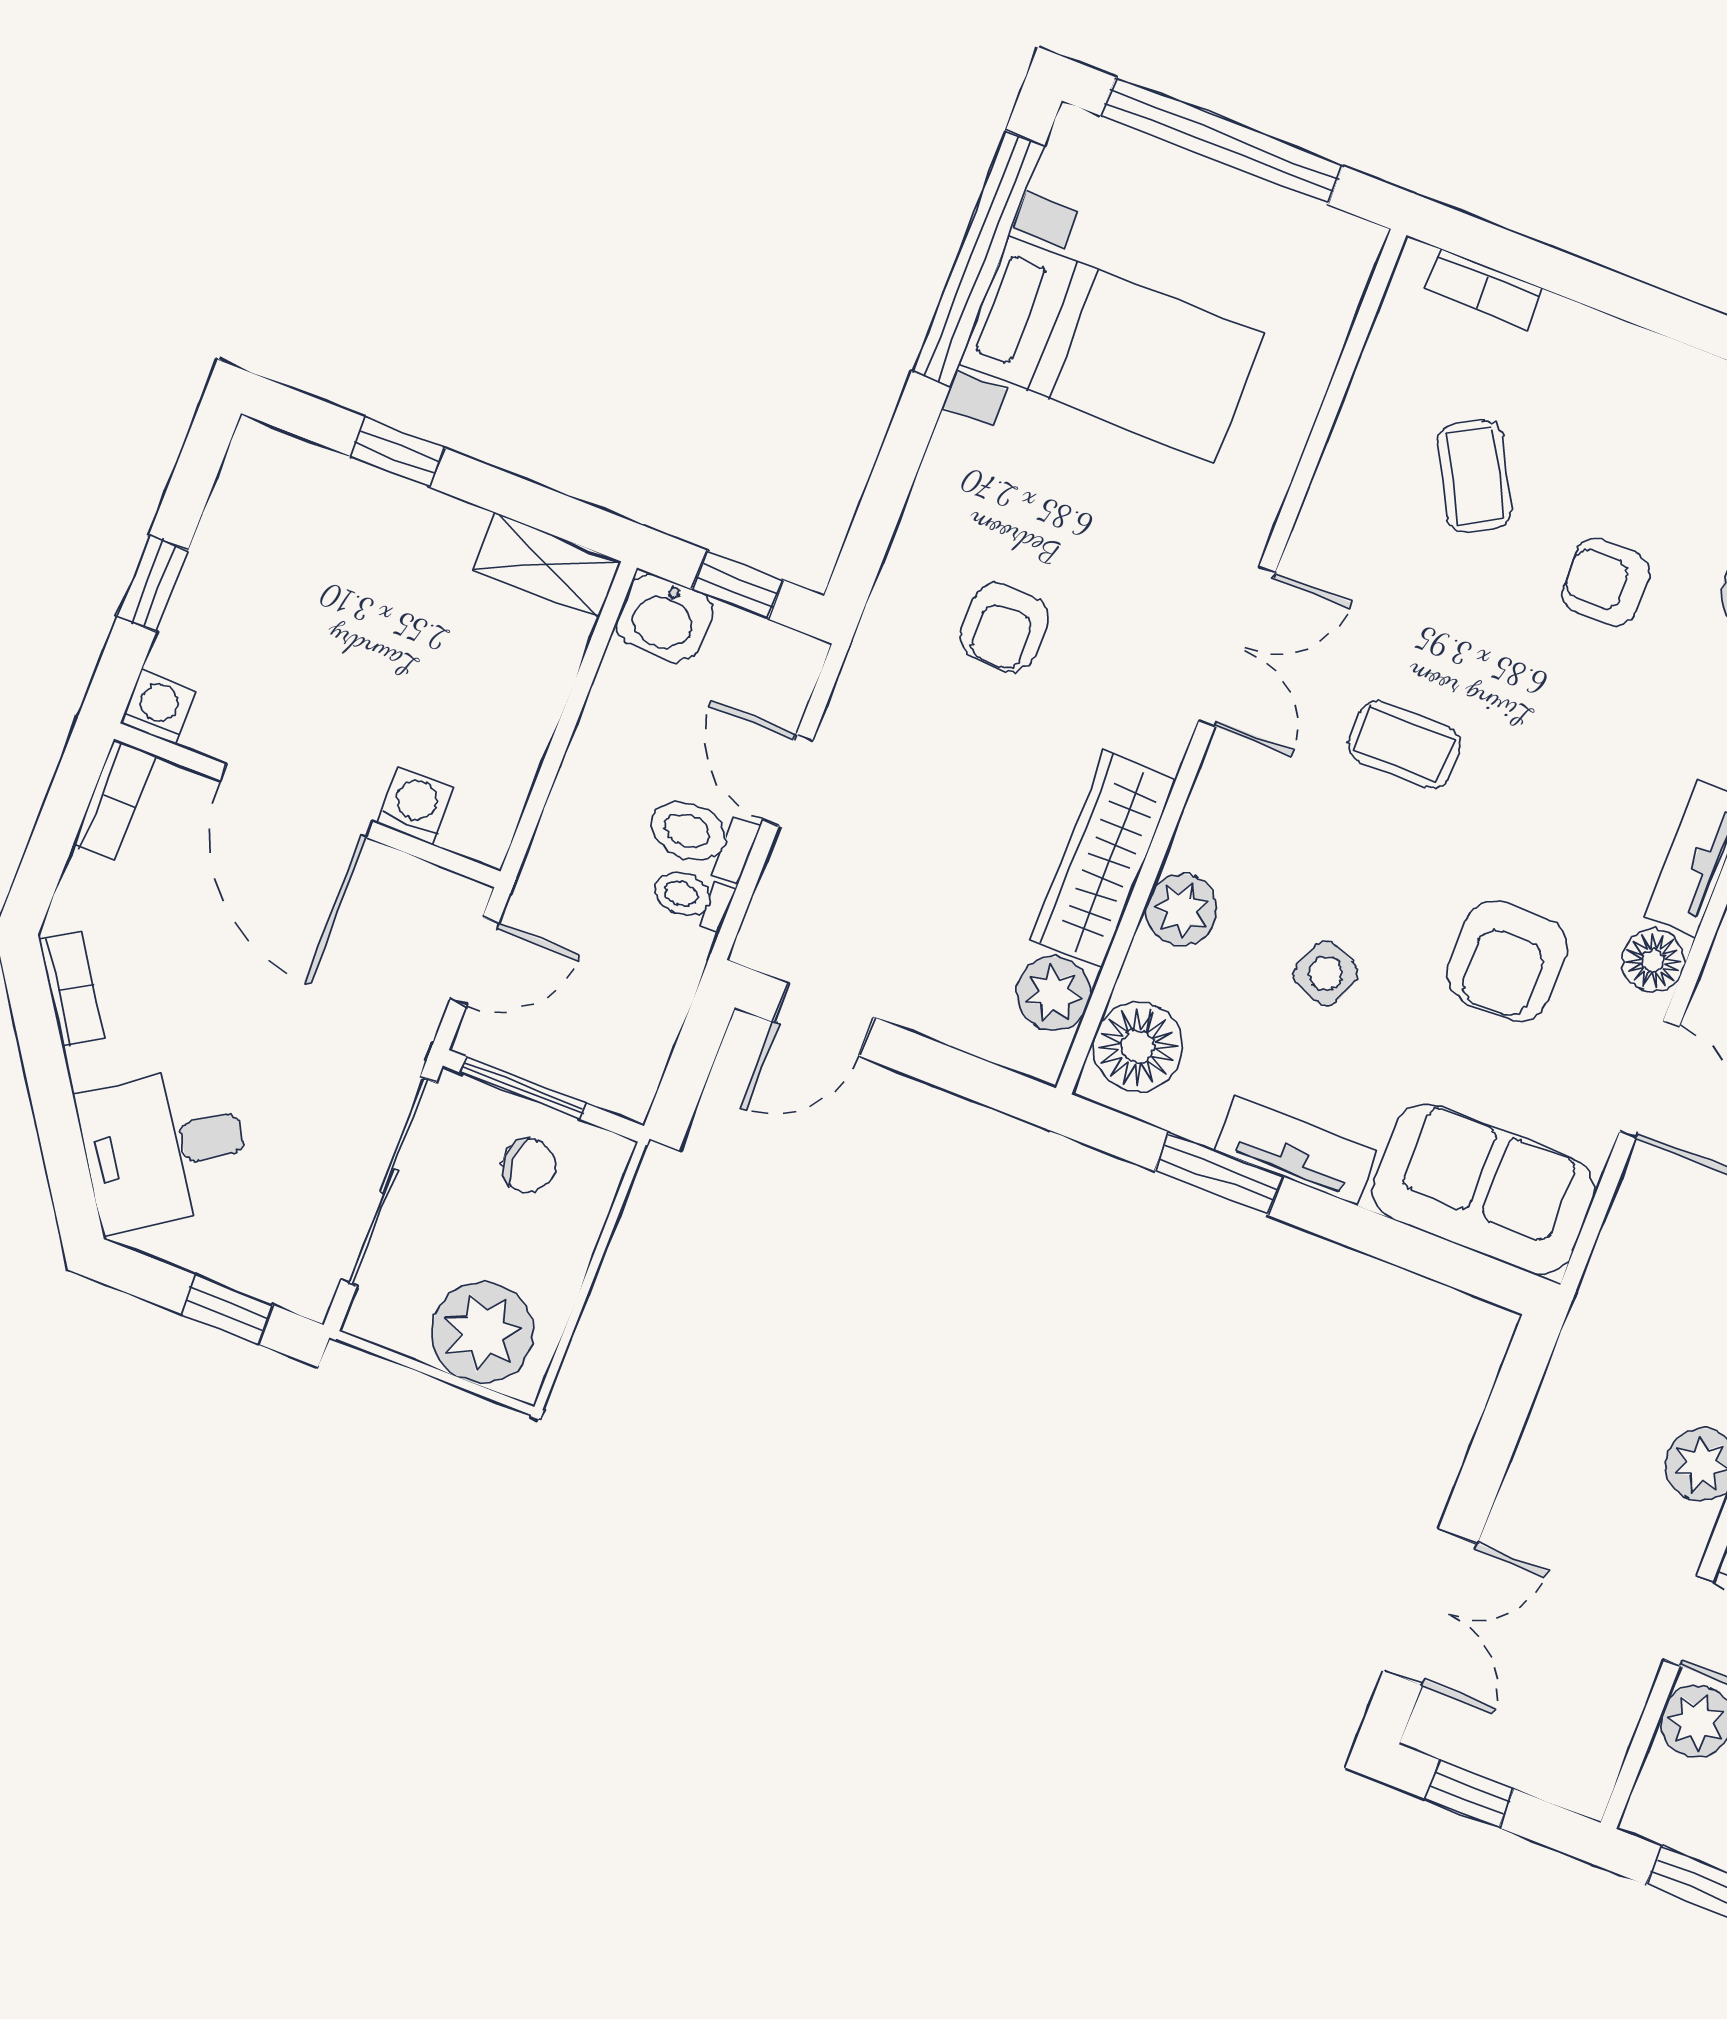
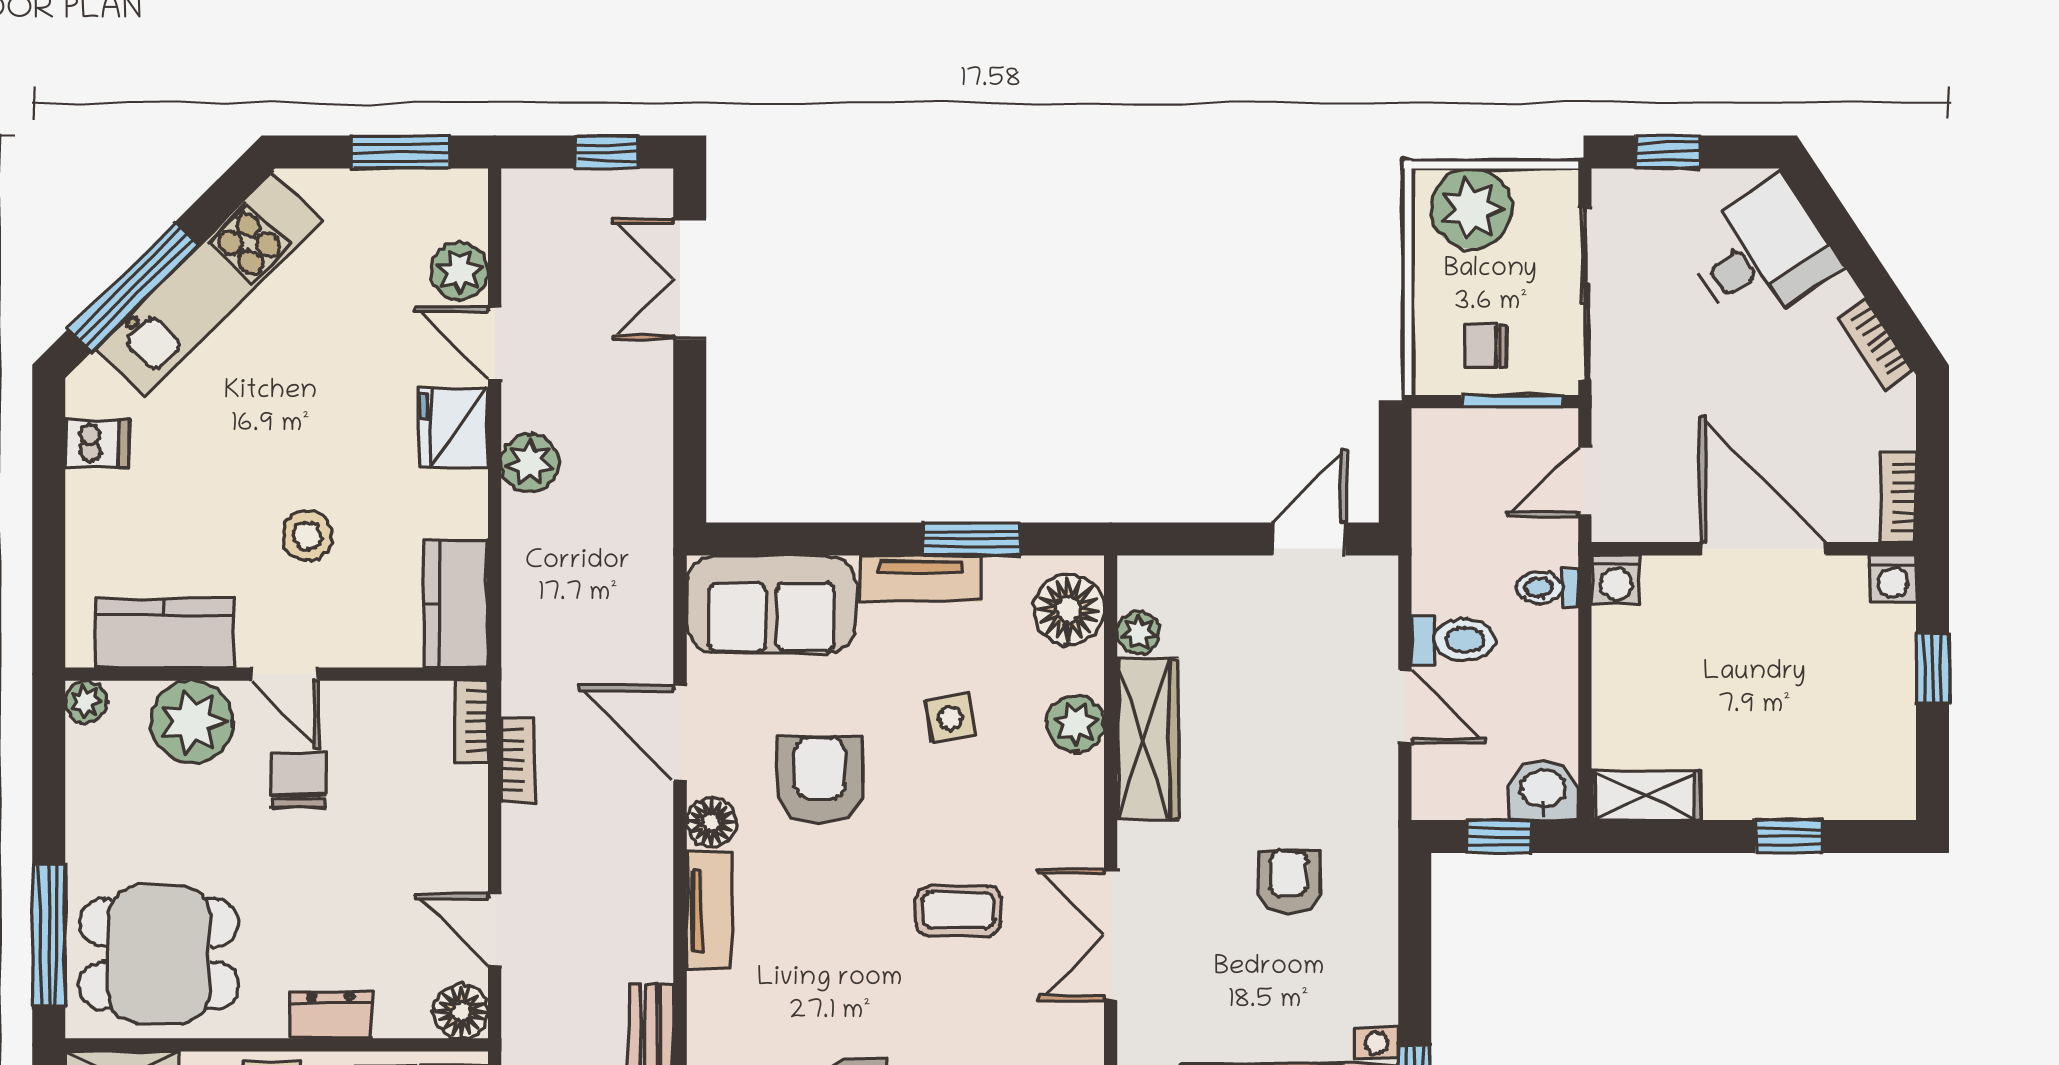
washing machine: (415, 805) -> (1616, 580), moved
toilet: (692, 898) -> (1547, 587), moved, turned 180
side table: (1326, 974) -> (950, 718), turned -32
plant: (1053, 994) -> (1138, 633), width x0.73, depth x0.73

